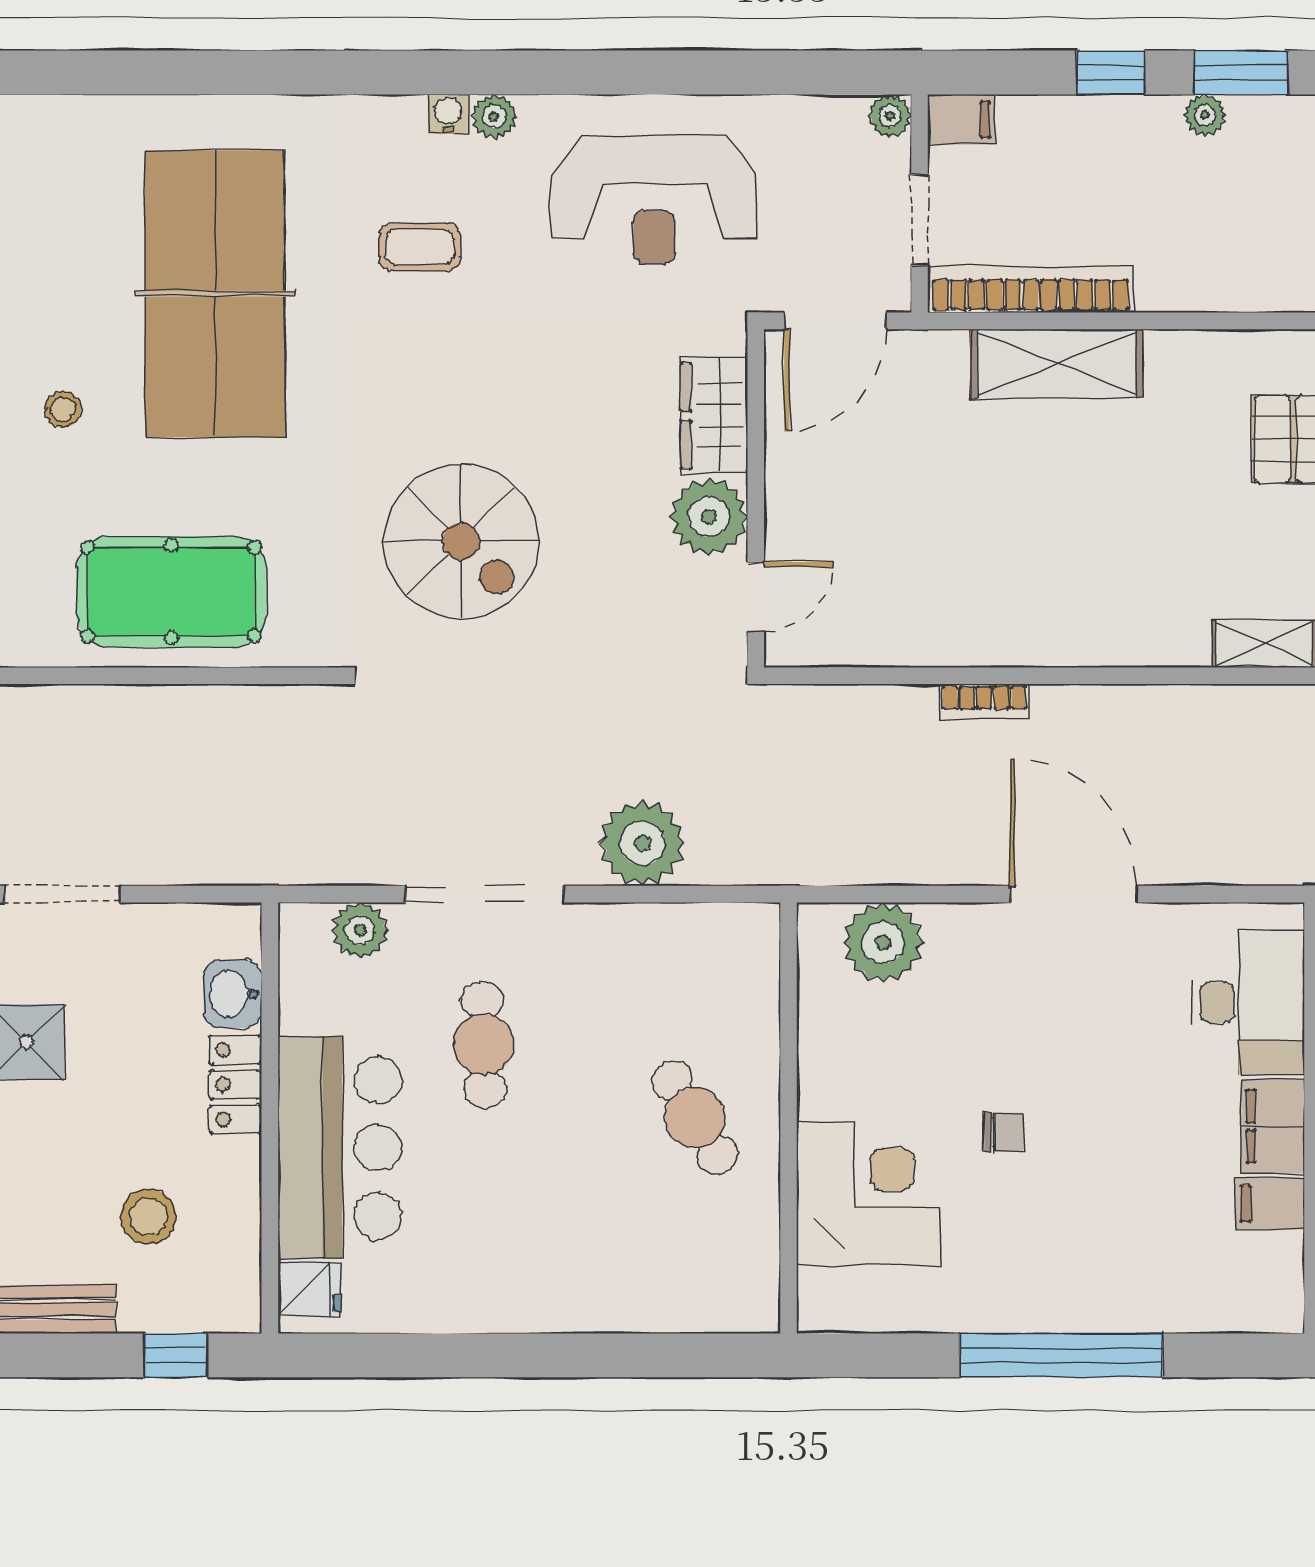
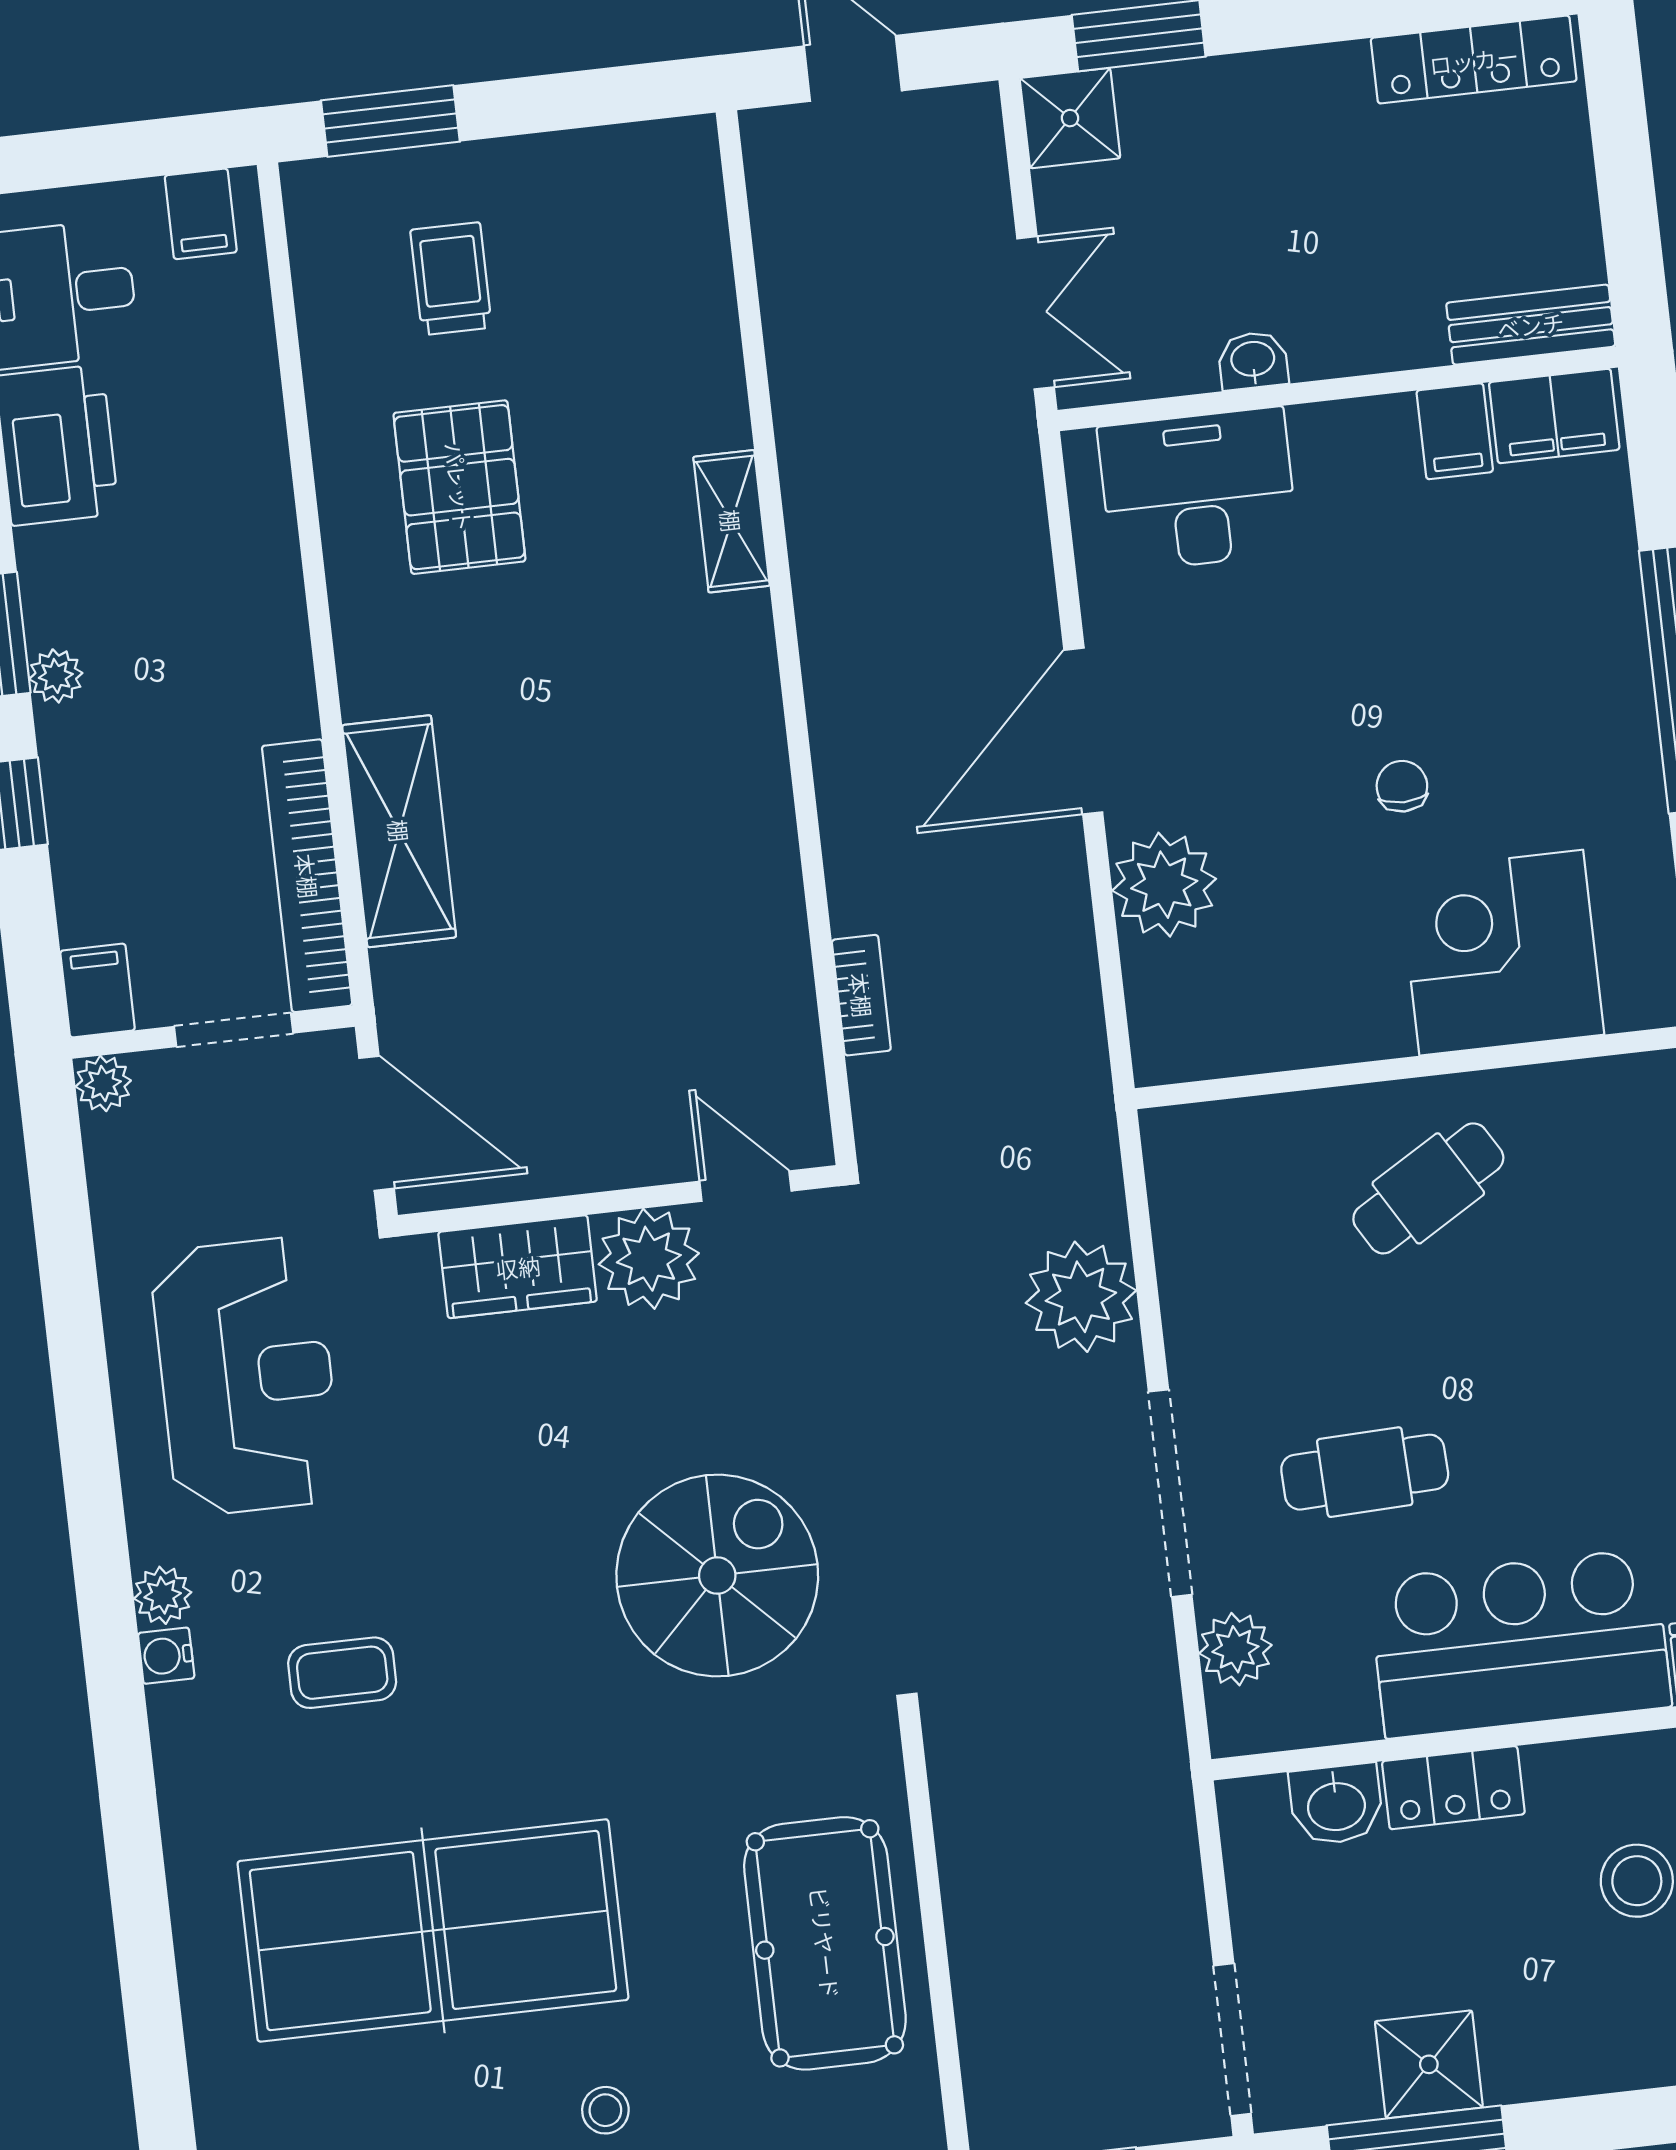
coffee table: (420, 247) -> (342, 1673), turned 90
bookcase: (984, 702) -> (861, 995), moved
plant: (883, 942) -> (1164, 885), moved
filing cabinet: (1273, 1126) -> (1554, 416), moved

